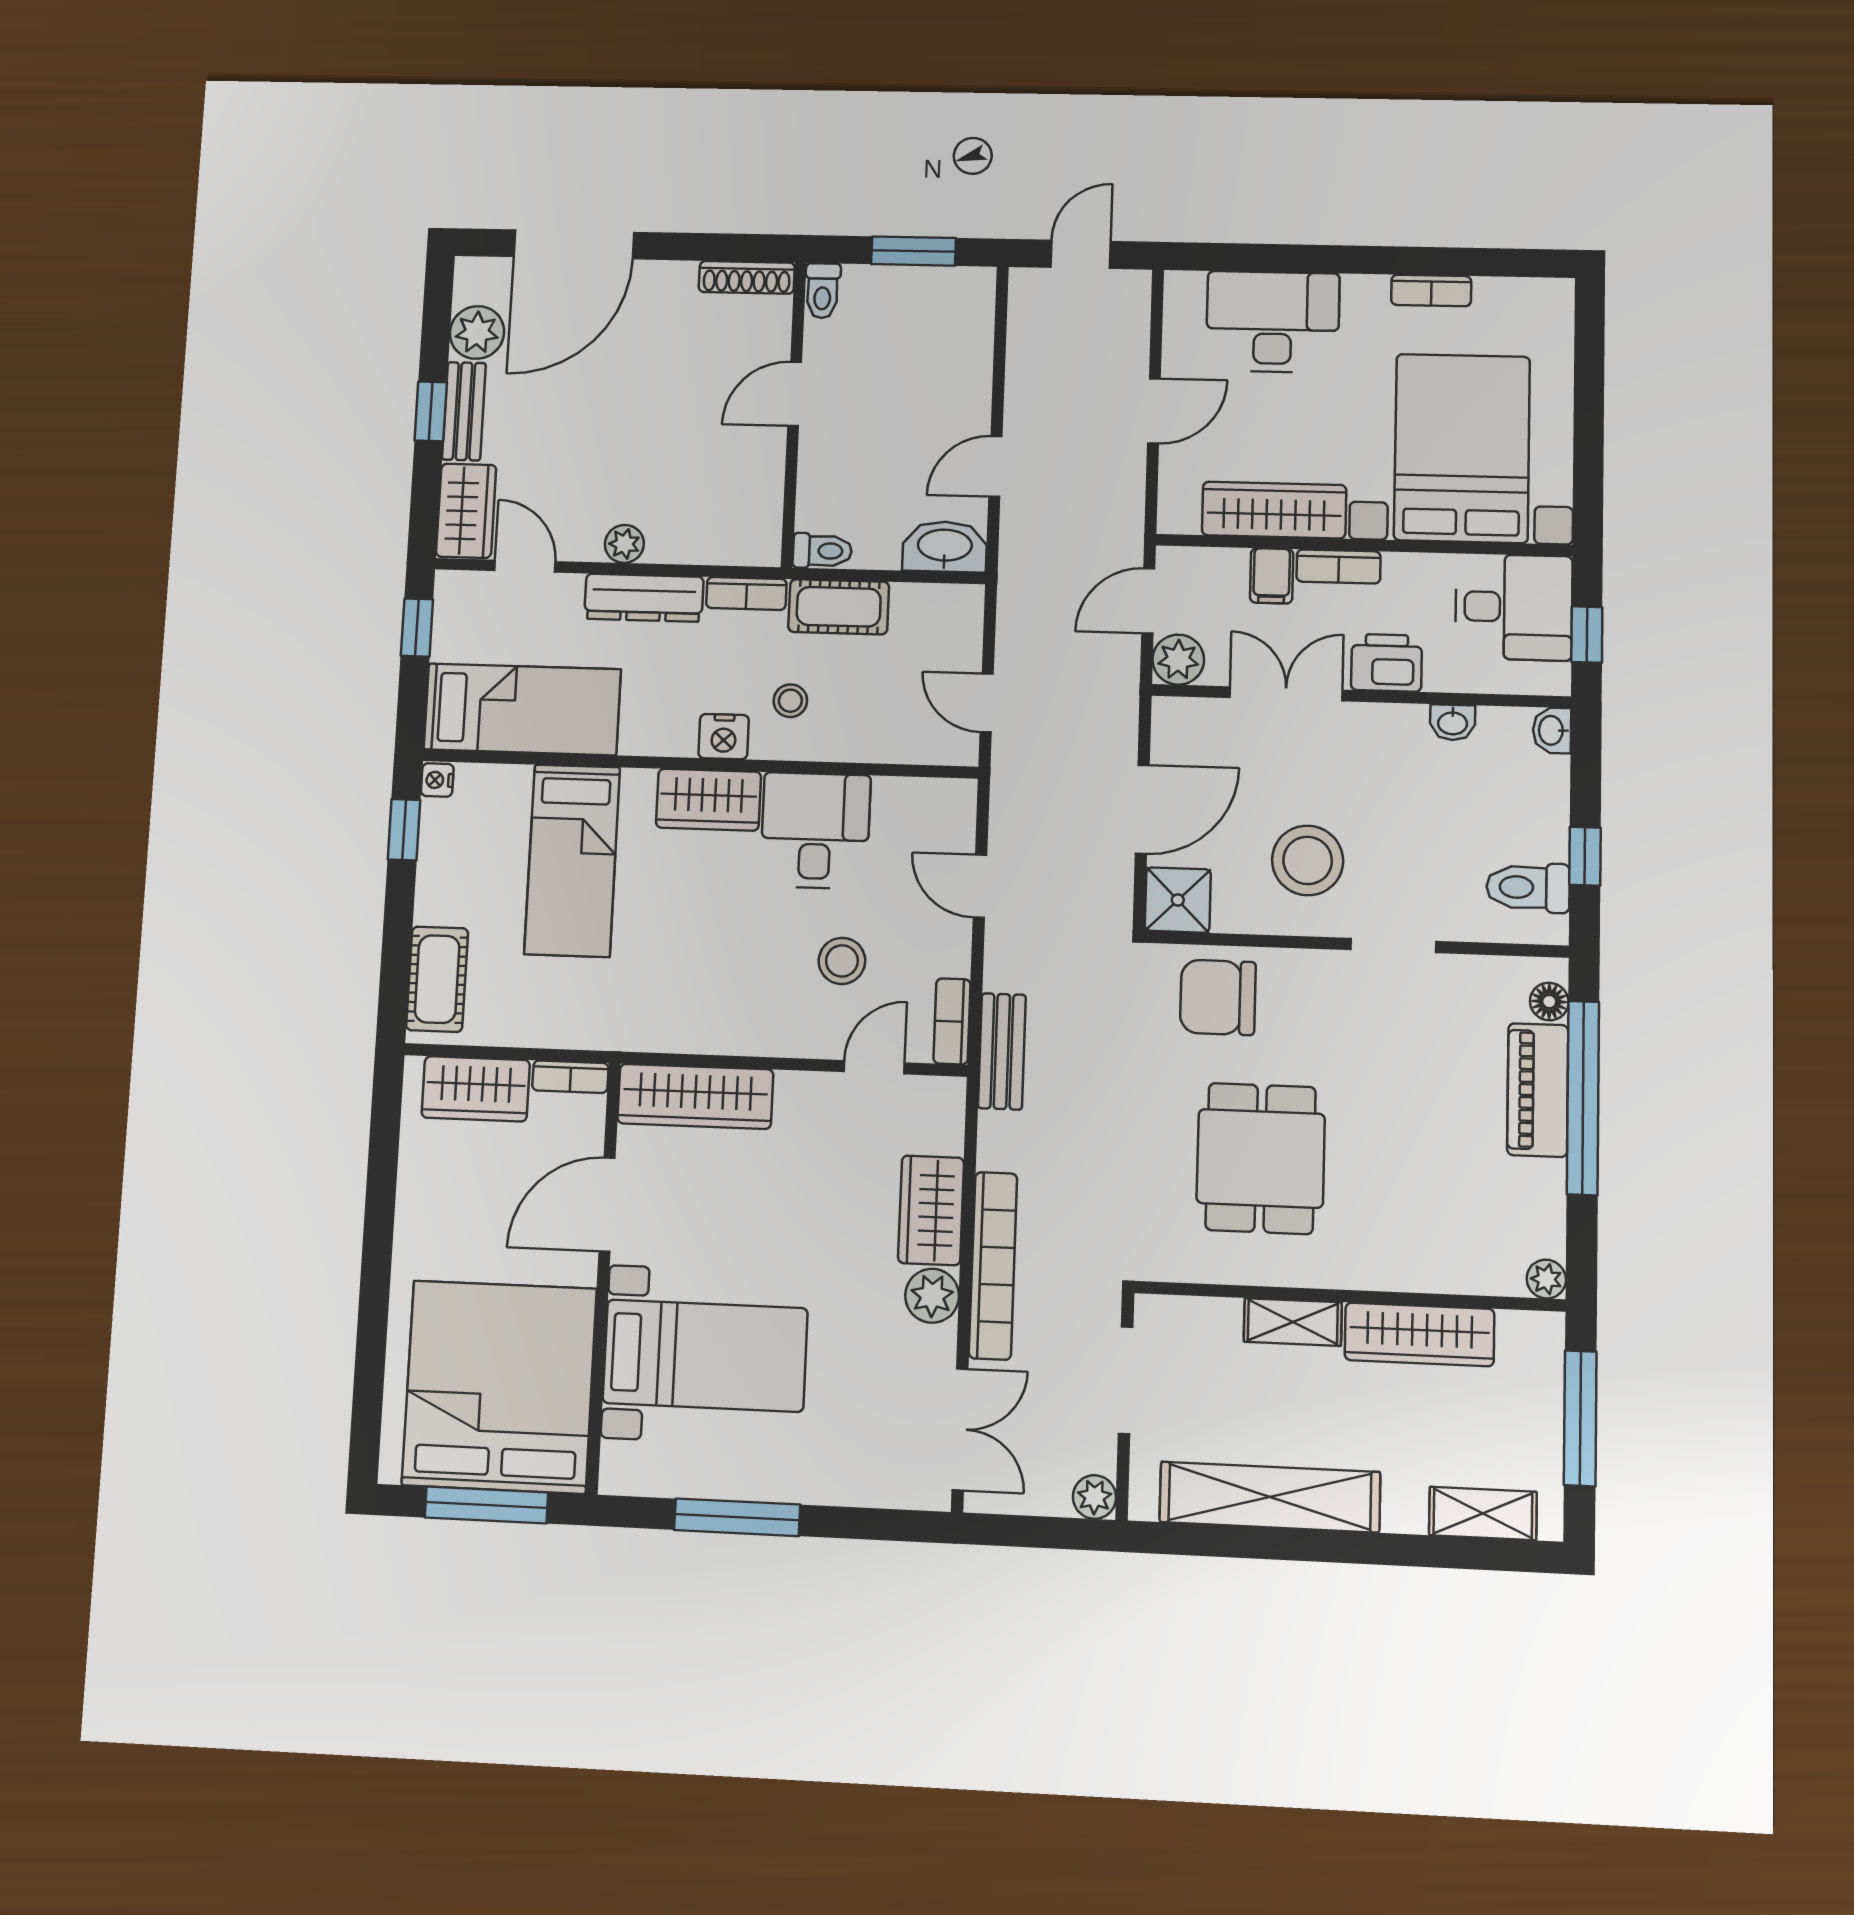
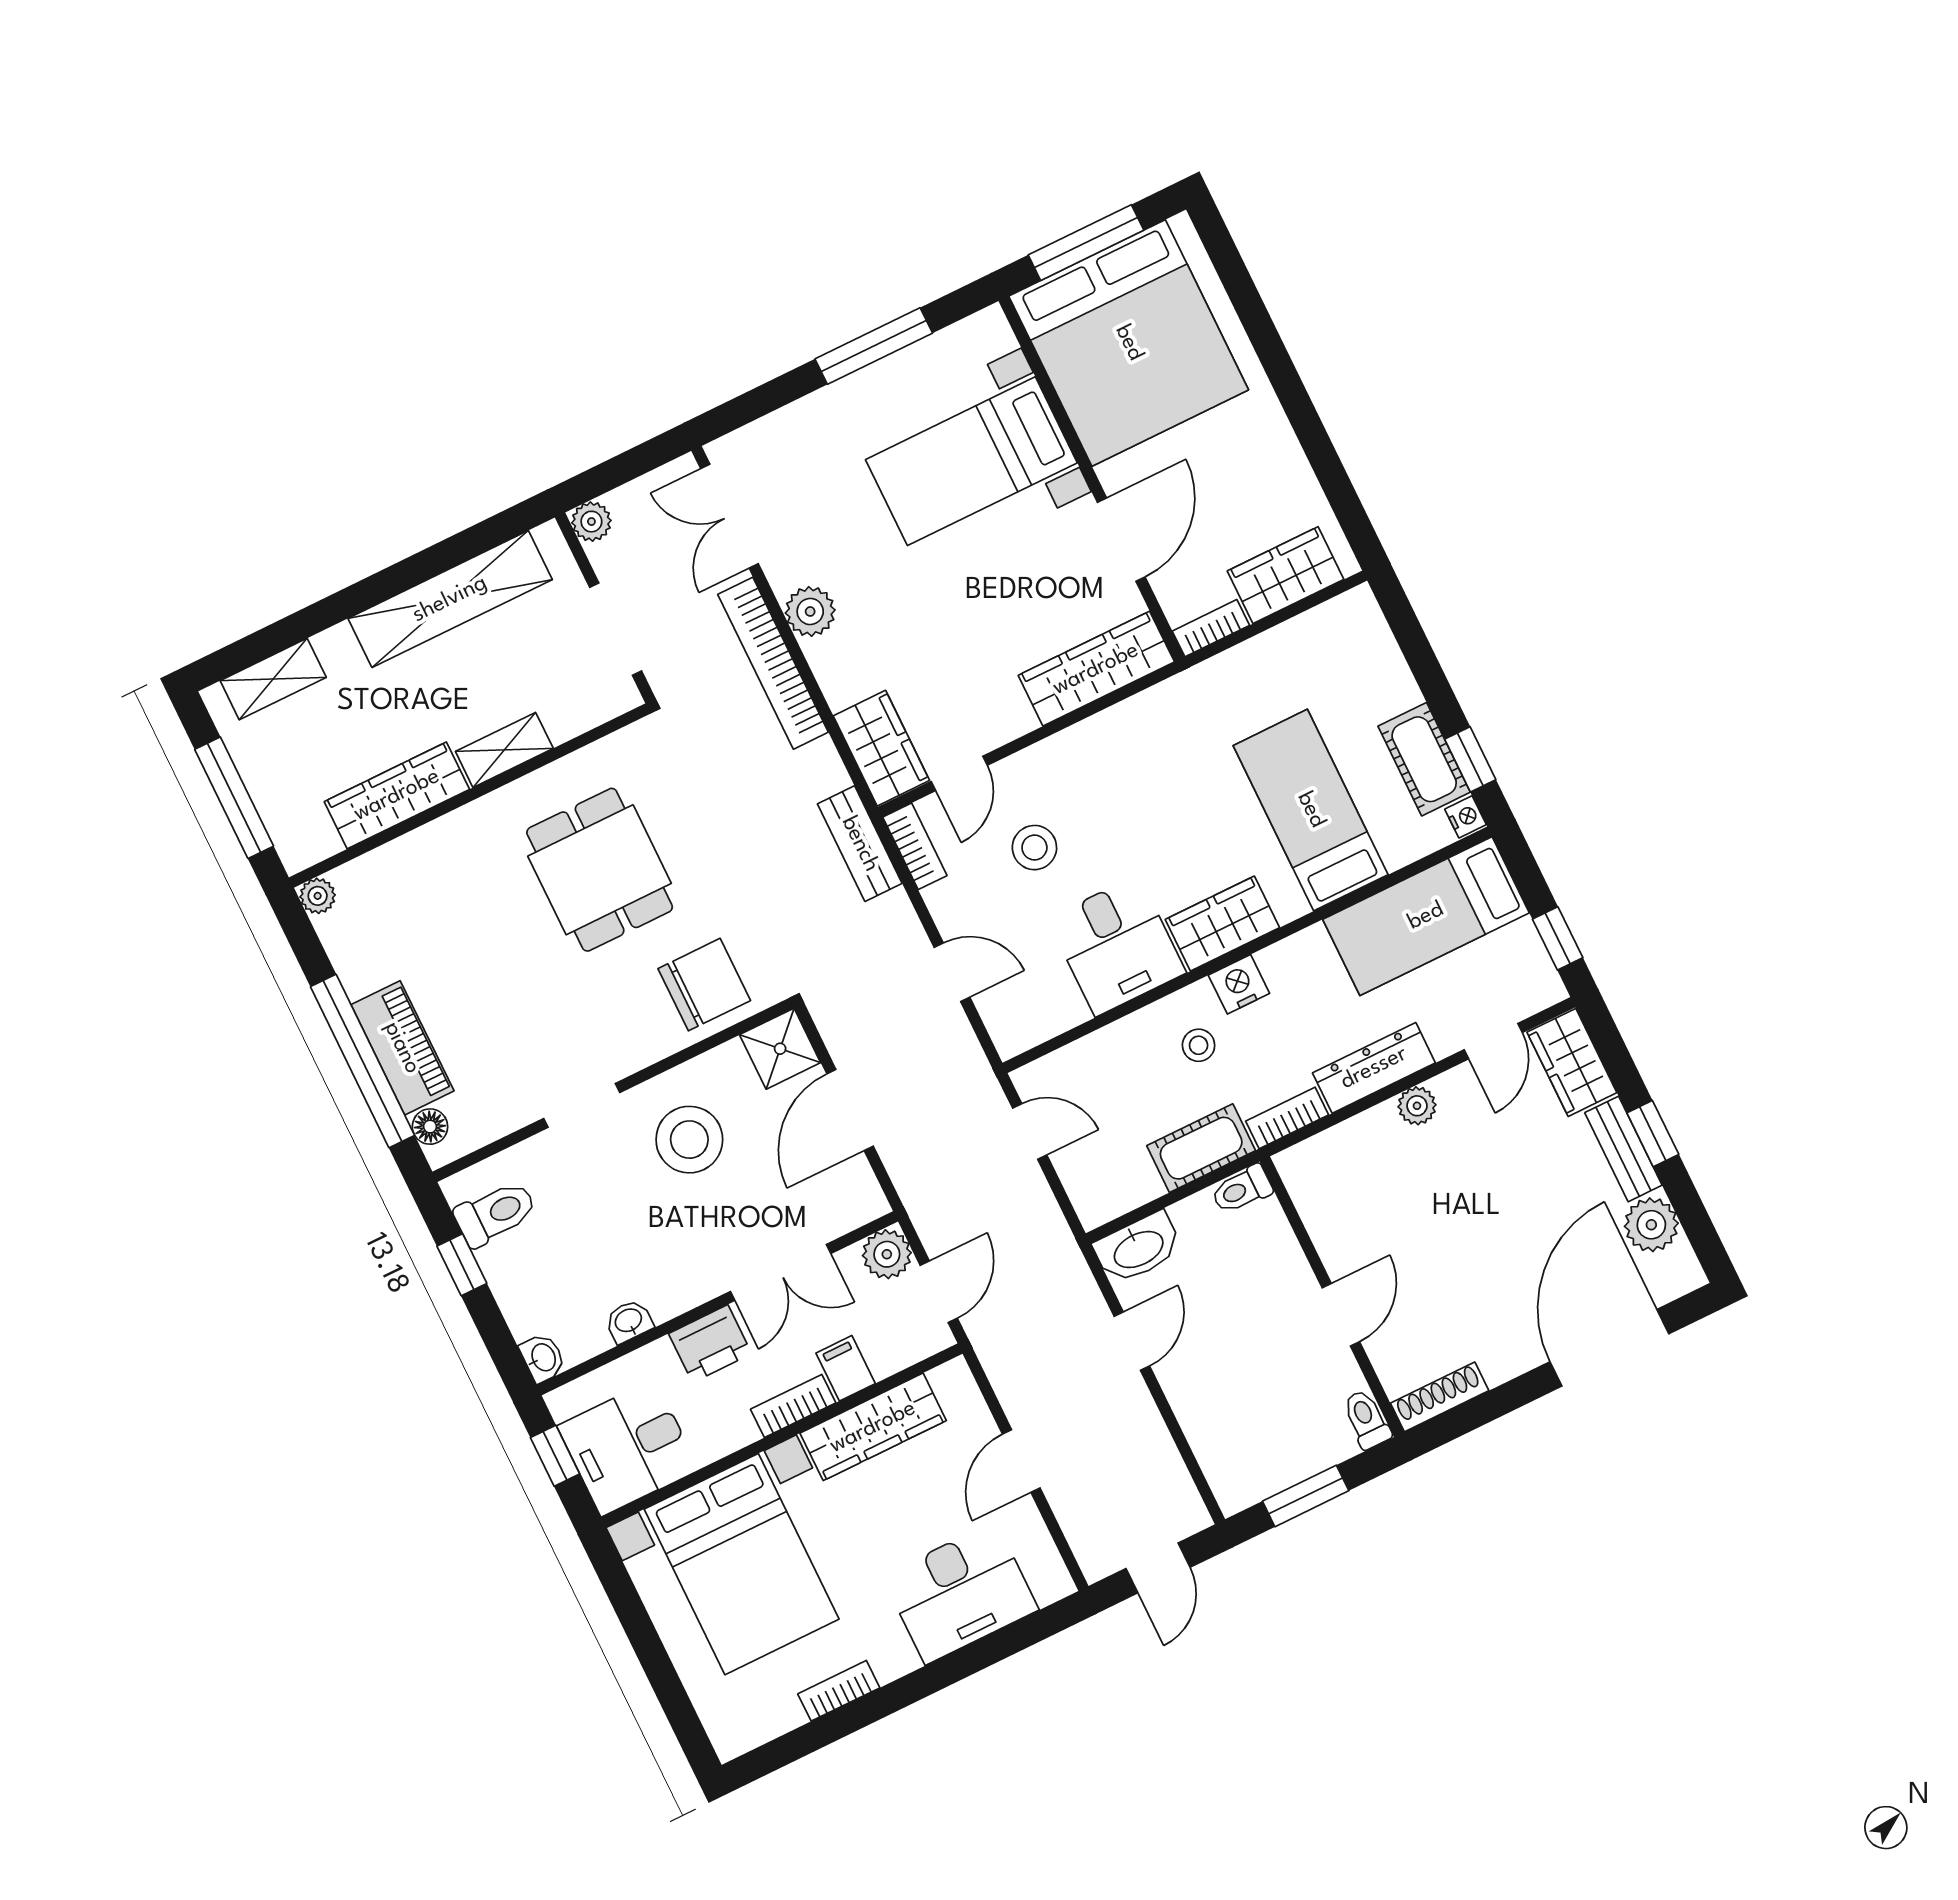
door: (525, 566) -> (1493, 1041), hinge flipped
cot: (437, 979) -> (1424, 759), moved
wardrobe: (931, 1210) -> (881, 748), moved

